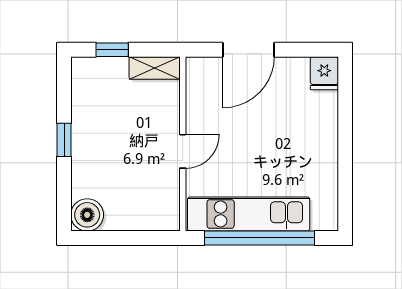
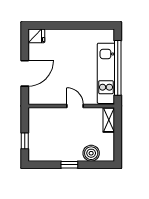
door: (249, 50) -> (25, 73), hinge flipped
shelving: (155, 68) -> (109, 120), moved
boiler: (87, 215) -> (91, 153), moved

